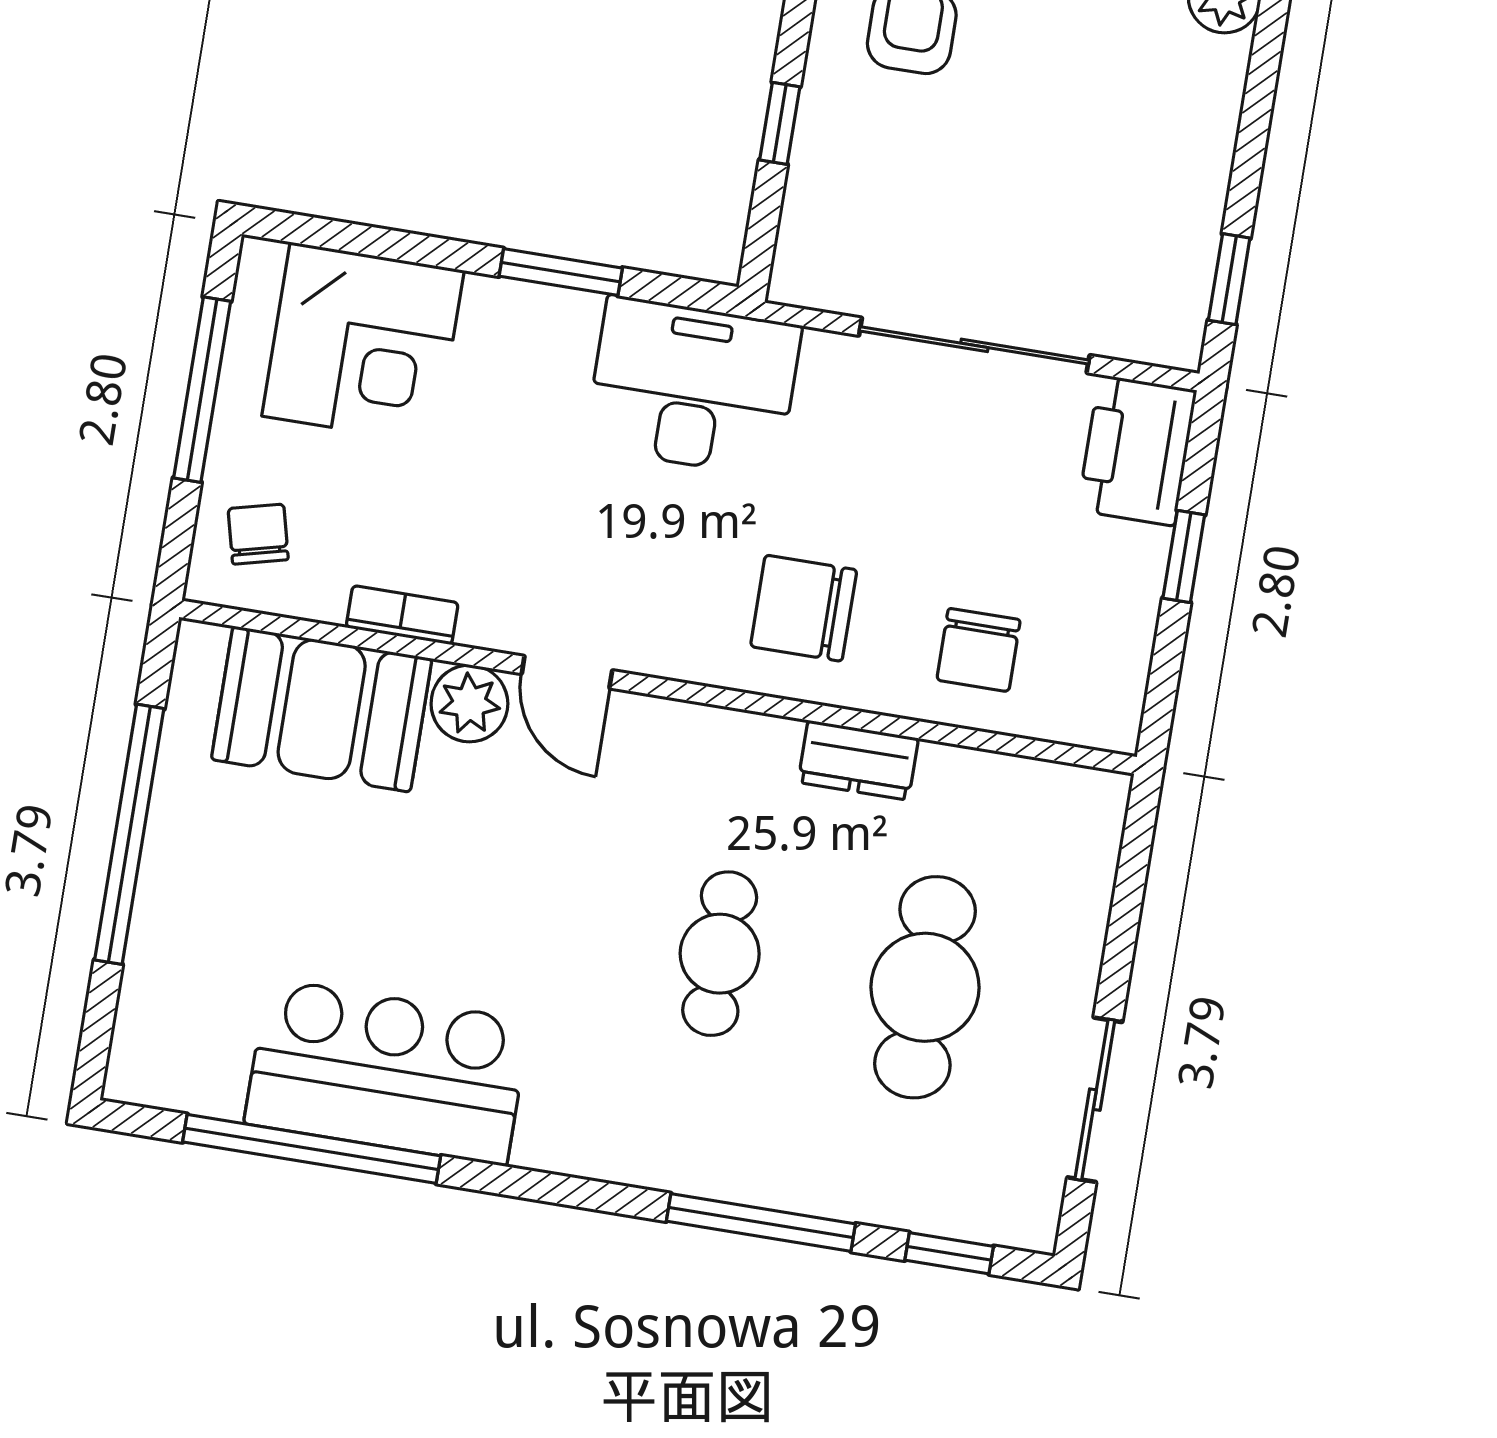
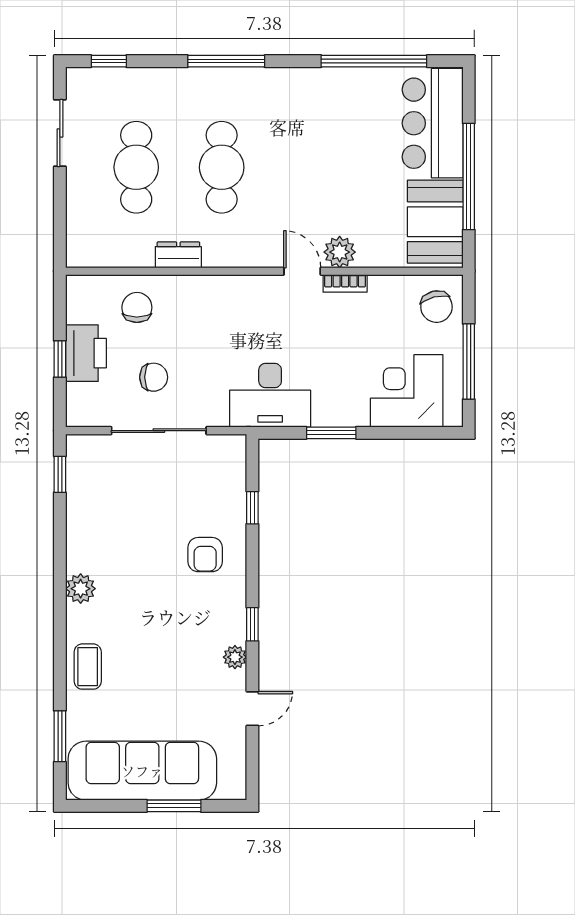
printer: (1137, 450) -> (86, 353), moved
chair: (258, 534) -> (436, 307), width x1.37, depth x1.37
chair: (804, 608) -> (154, 377), moved, width x0.73, depth x0.73
bookcase: (402, 615) -> (345, 283), moved
booth: (322, 709) -> (435, 222), moved, turned 90
cafe table: (720, 954) -> (222, 167), width x1.37, depth x1.35
bar counter: (387, 1072) -> (433, 123), moved, turned 90
window: (761, 1222) -> (226, 61), moved

